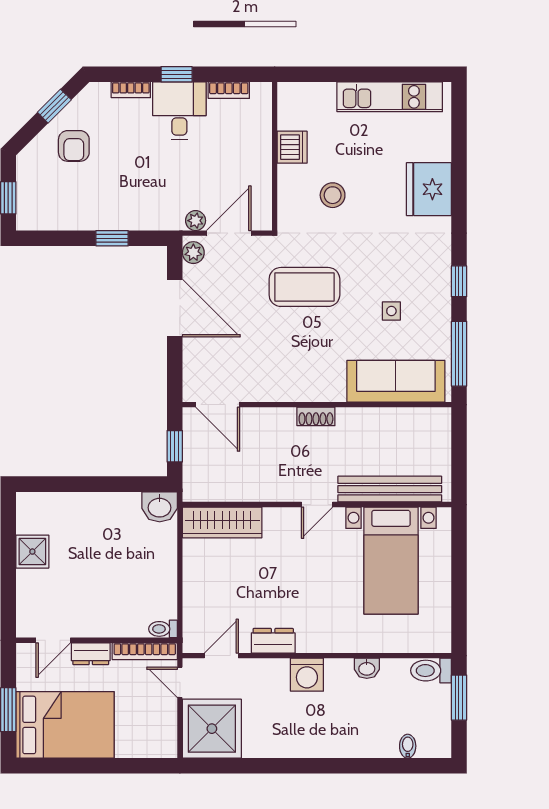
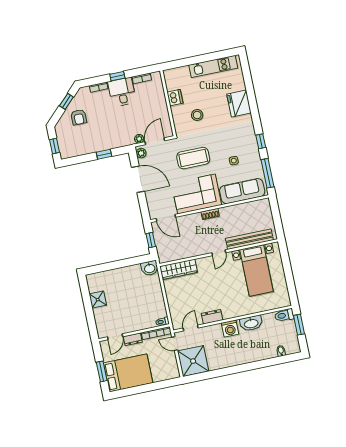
corner sofa: (295, 367) -> (196, 194), added
washbasin: (367, 668) -> (251, 323), width x1.91, depth x1.45

